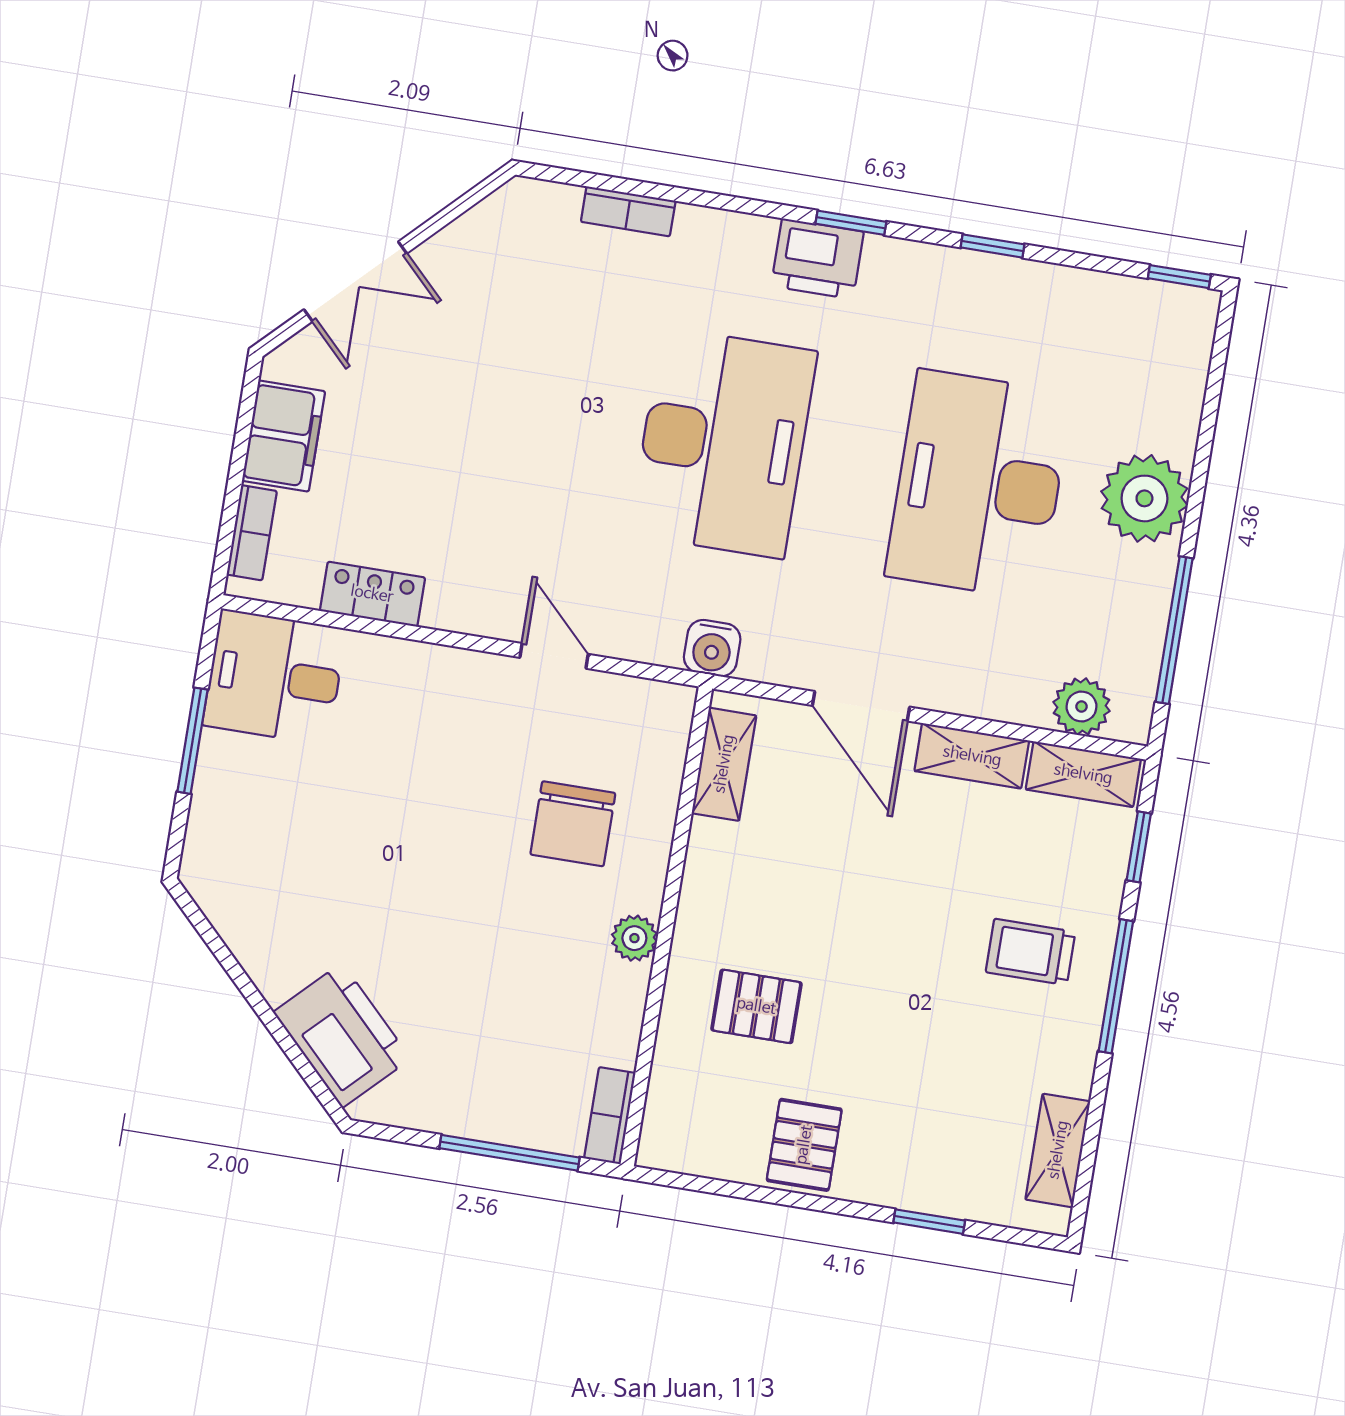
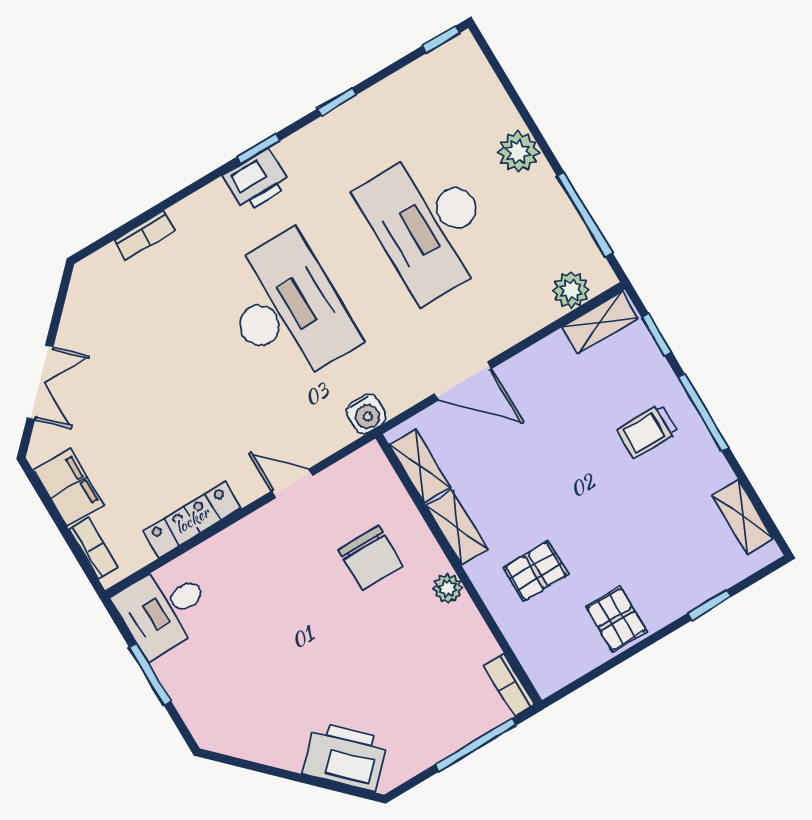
plant: (1144, 498) -> (518, 152), width x0.73, depth x0.73
locker: (372, 594) -> (192, 520), width x1.53
shelving: (972, 756) -> (457, 528), moved, turned 90

